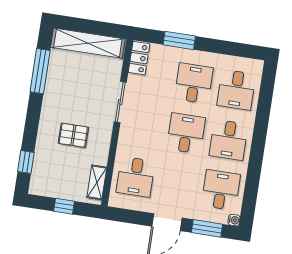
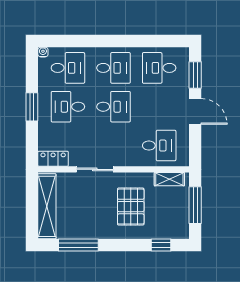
window: (179, 40) -> (32, 107), moved
desk: (186, 133) -> (114, 107), turned 180
pallet: (73, 135) -> (131, 207), width x1.50, depth x1.42
window: (64, 206) -> (195, 205), width x2.17
water cooler: (234, 220) -> (43, 52), moved

